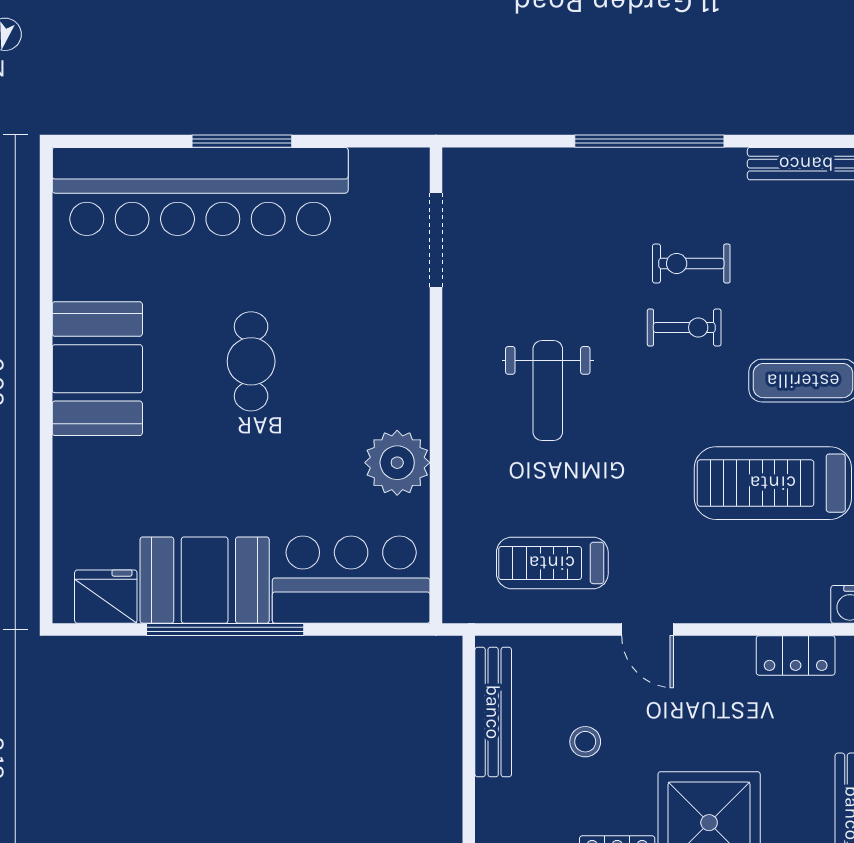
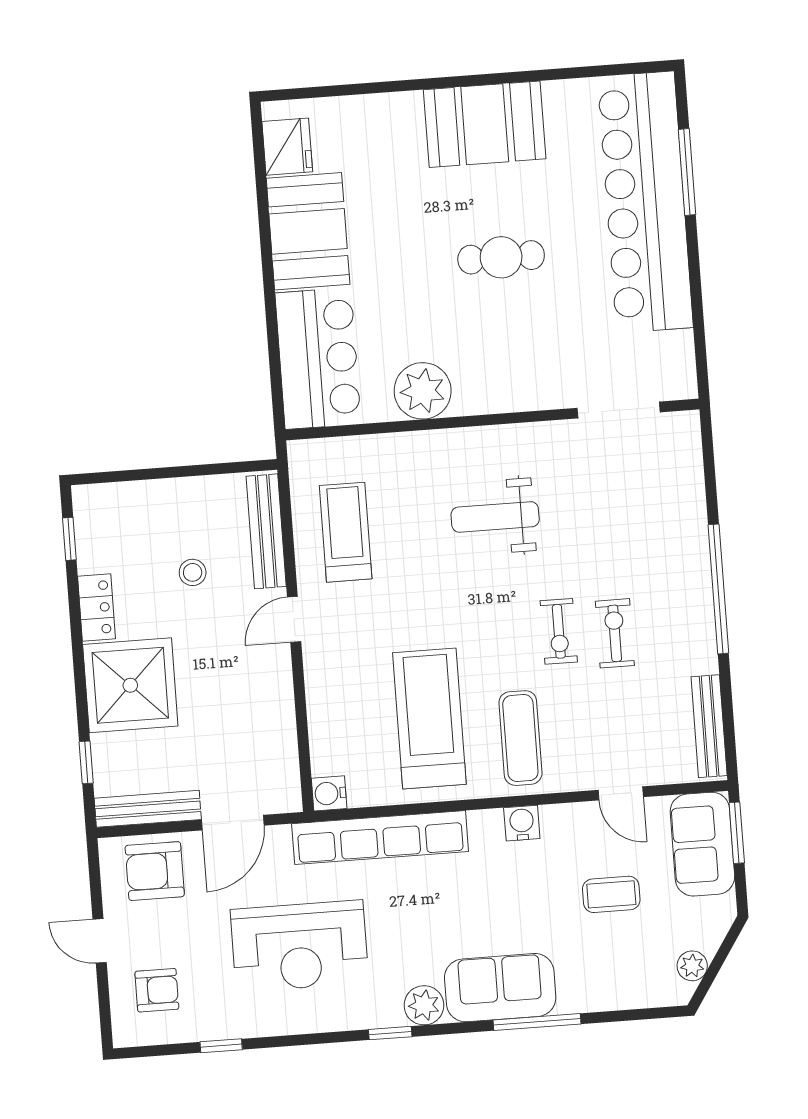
window: (242, 141) -> (687, 172), moved
window: (225, 629) -> (266, 252), removed
locker: (796, 655) -> (281, 750), removed
bench: (493, 712) -> (266, 531), moved, turned 90

